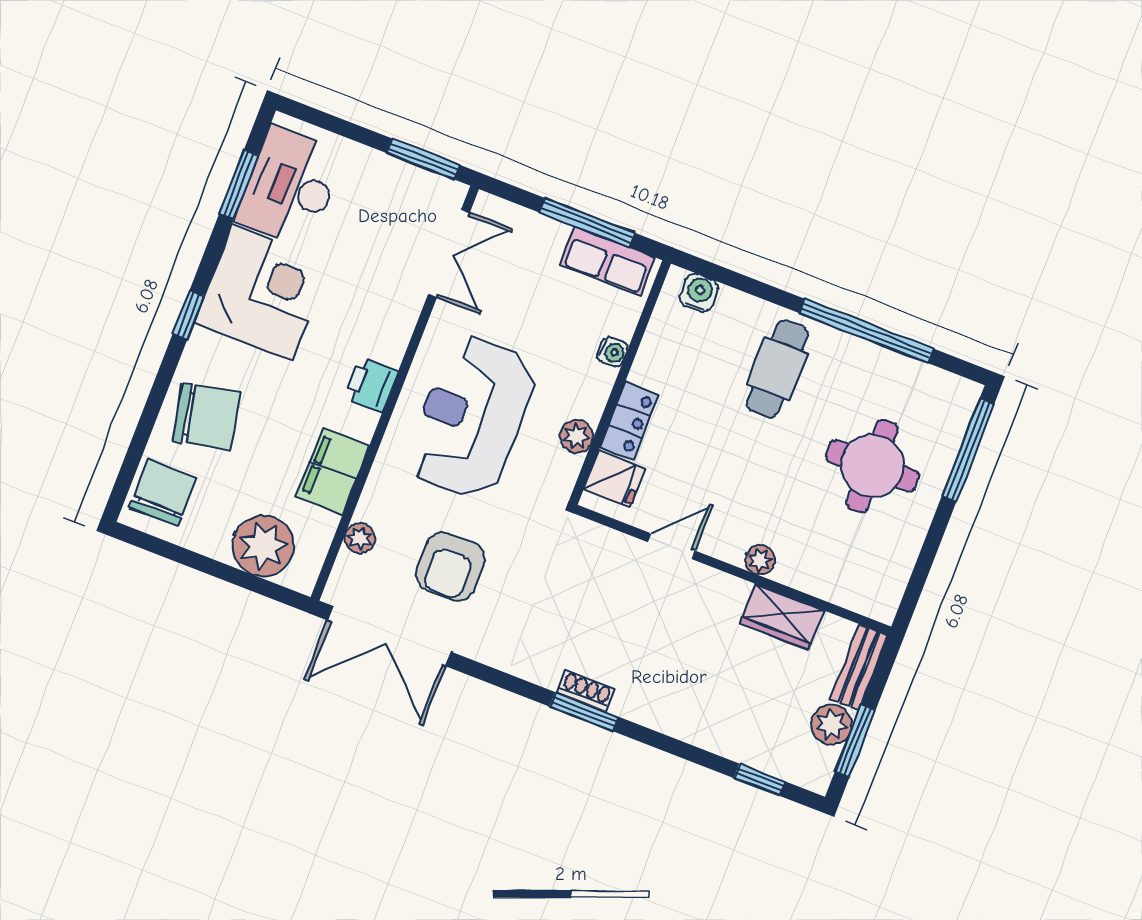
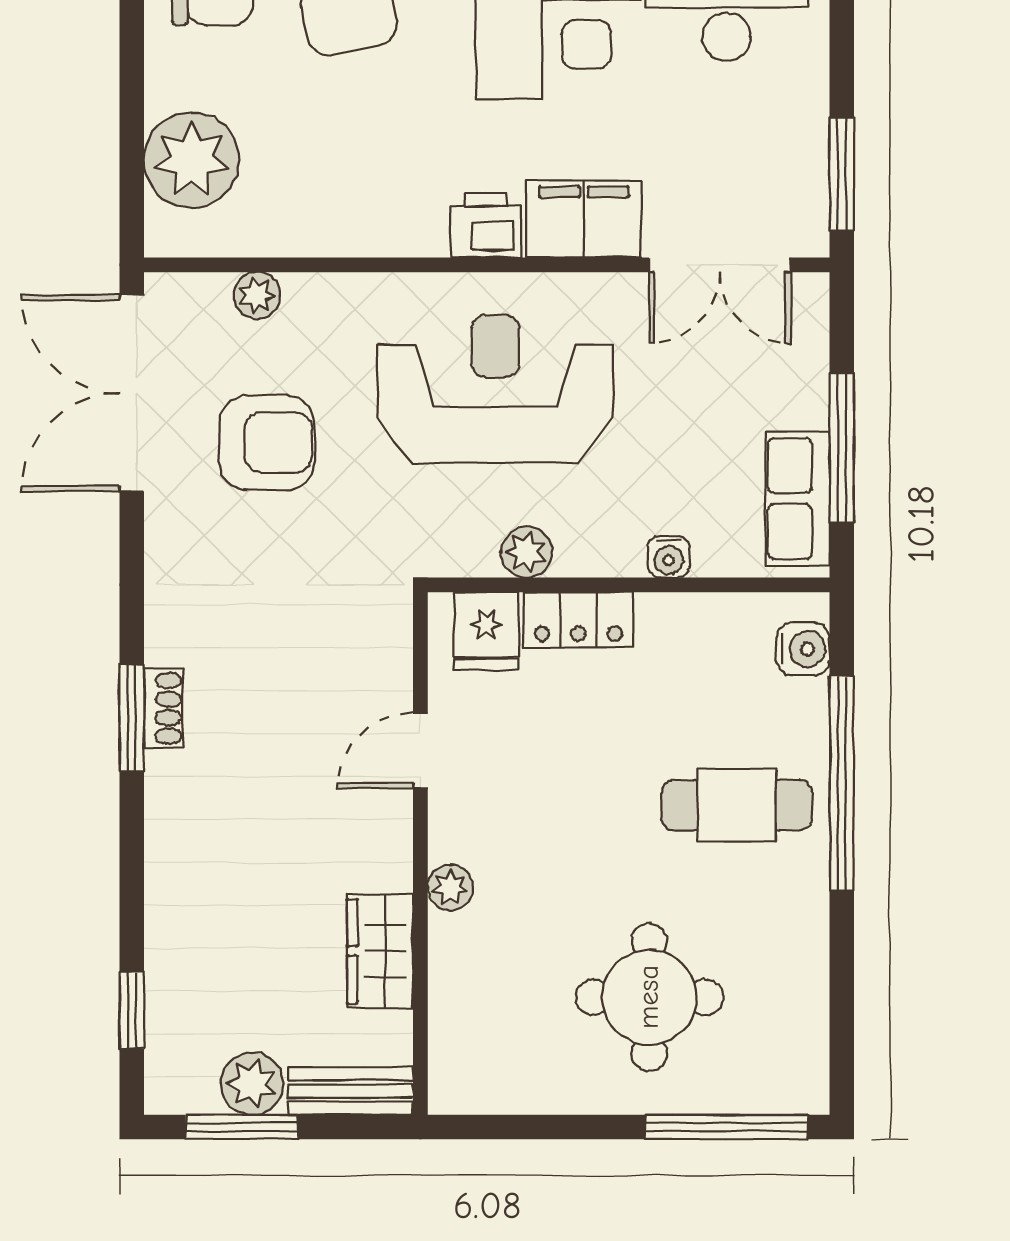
window: (866, 331) -> (842, 784), moved
filing cabinet: (333, 471) -> (584, 219), moved
door: (671, 546) -> (420, 751), swing flipped
armchair: (450, 566) -> (267, 443), turned 180

